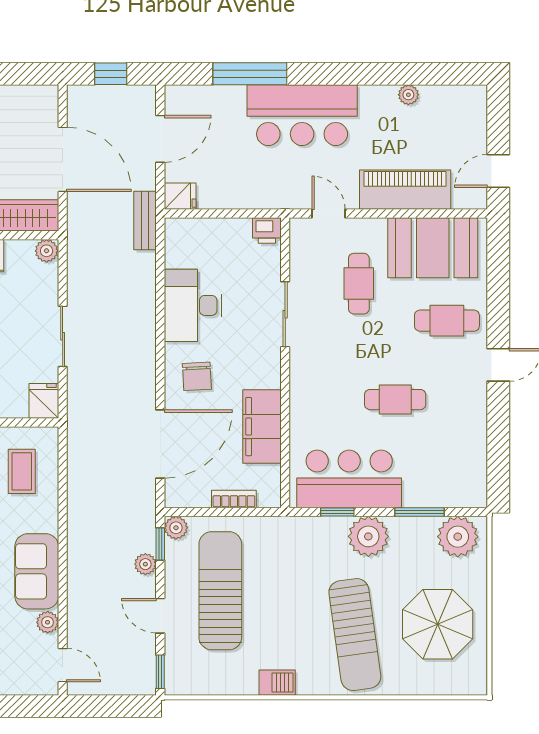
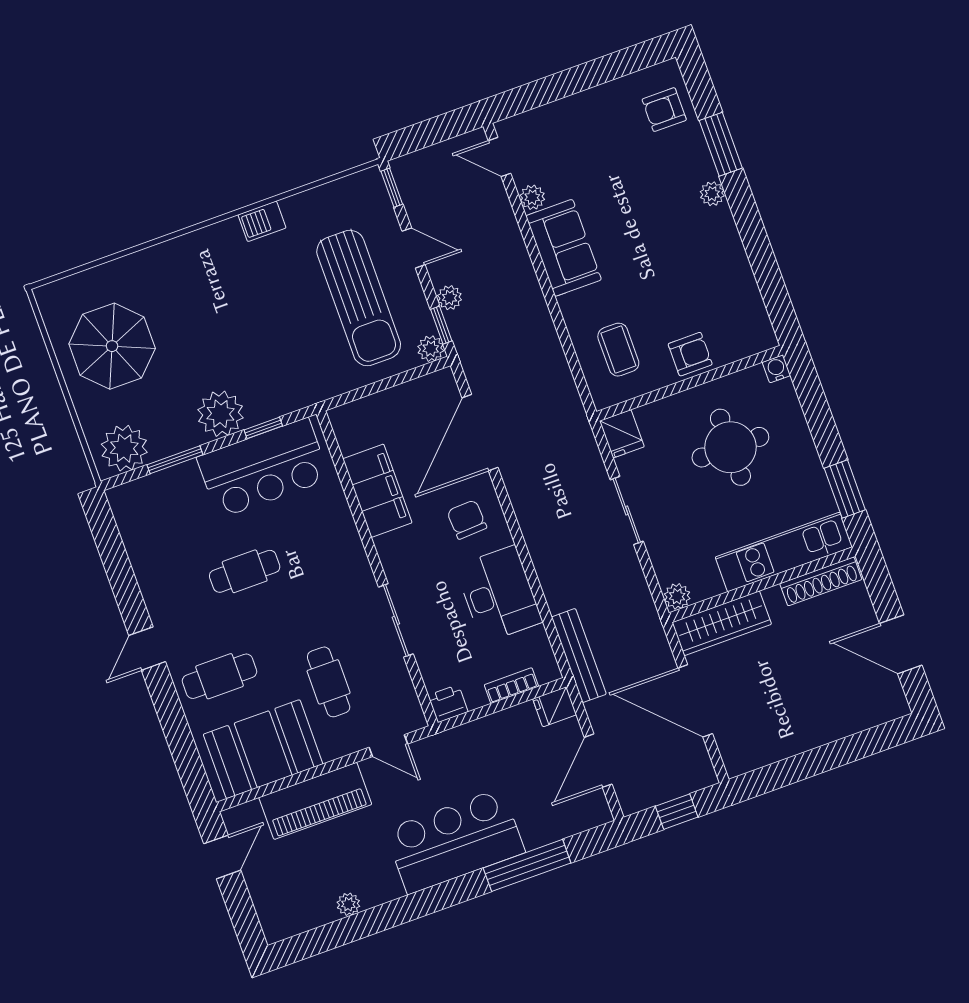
bench: (145, 220) -> (579, 656), width x1.36
bookcase: (234, 499) -> (511, 686), moved, turned 180
sun lounger: (355, 635) -> (197, 303), removed

